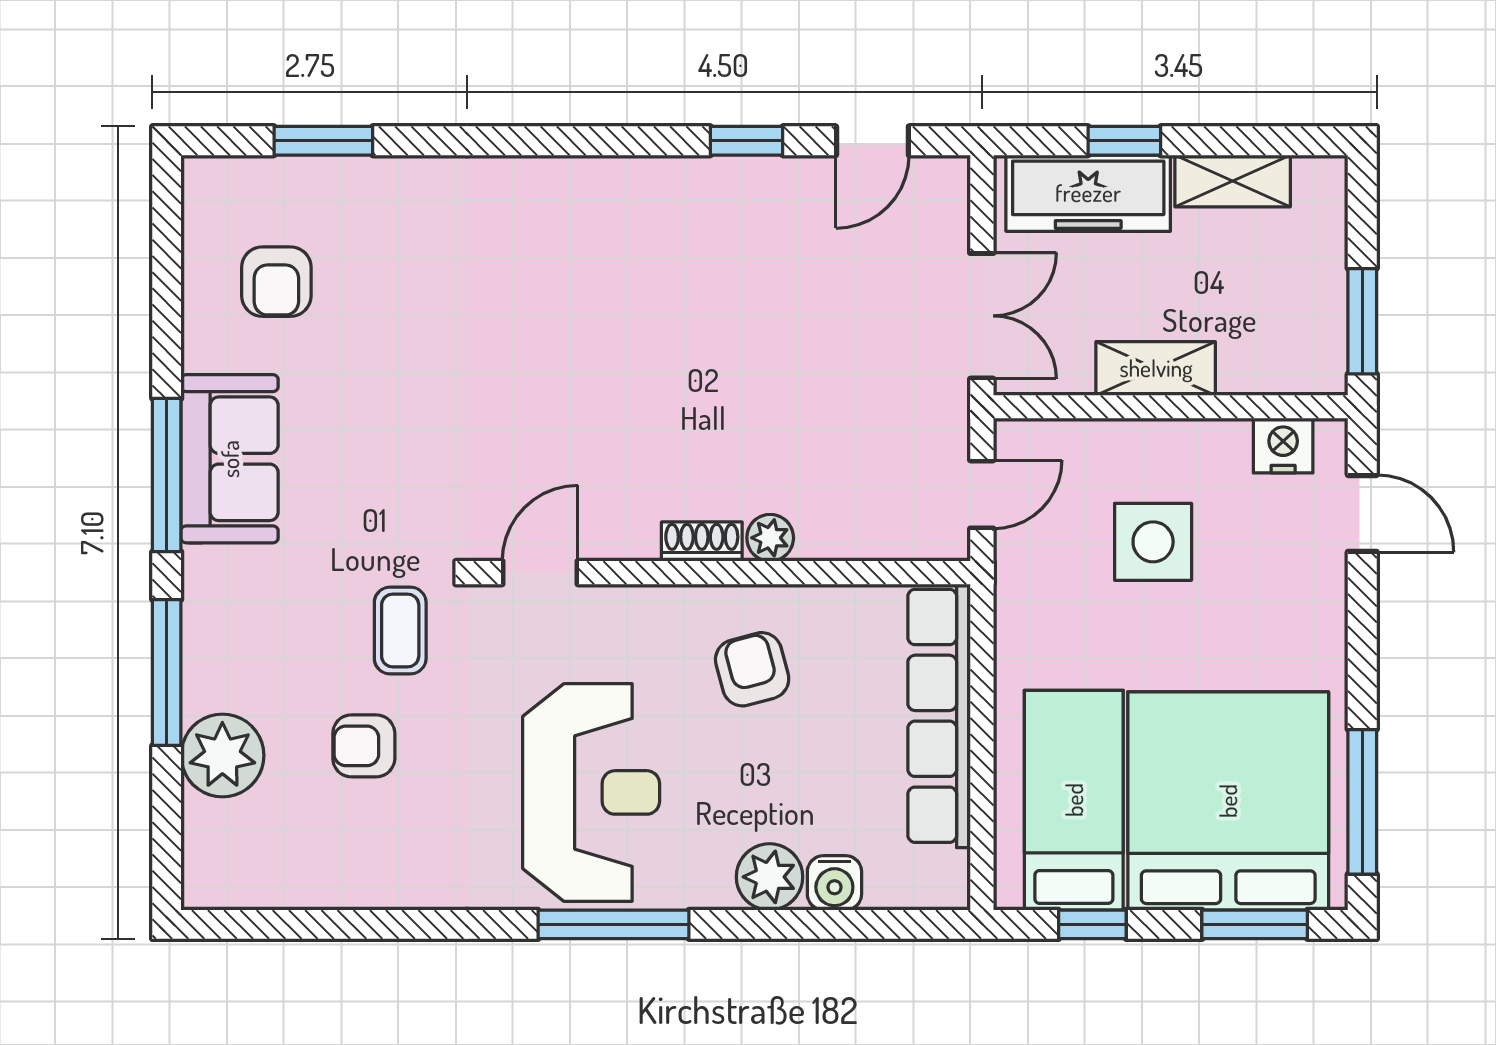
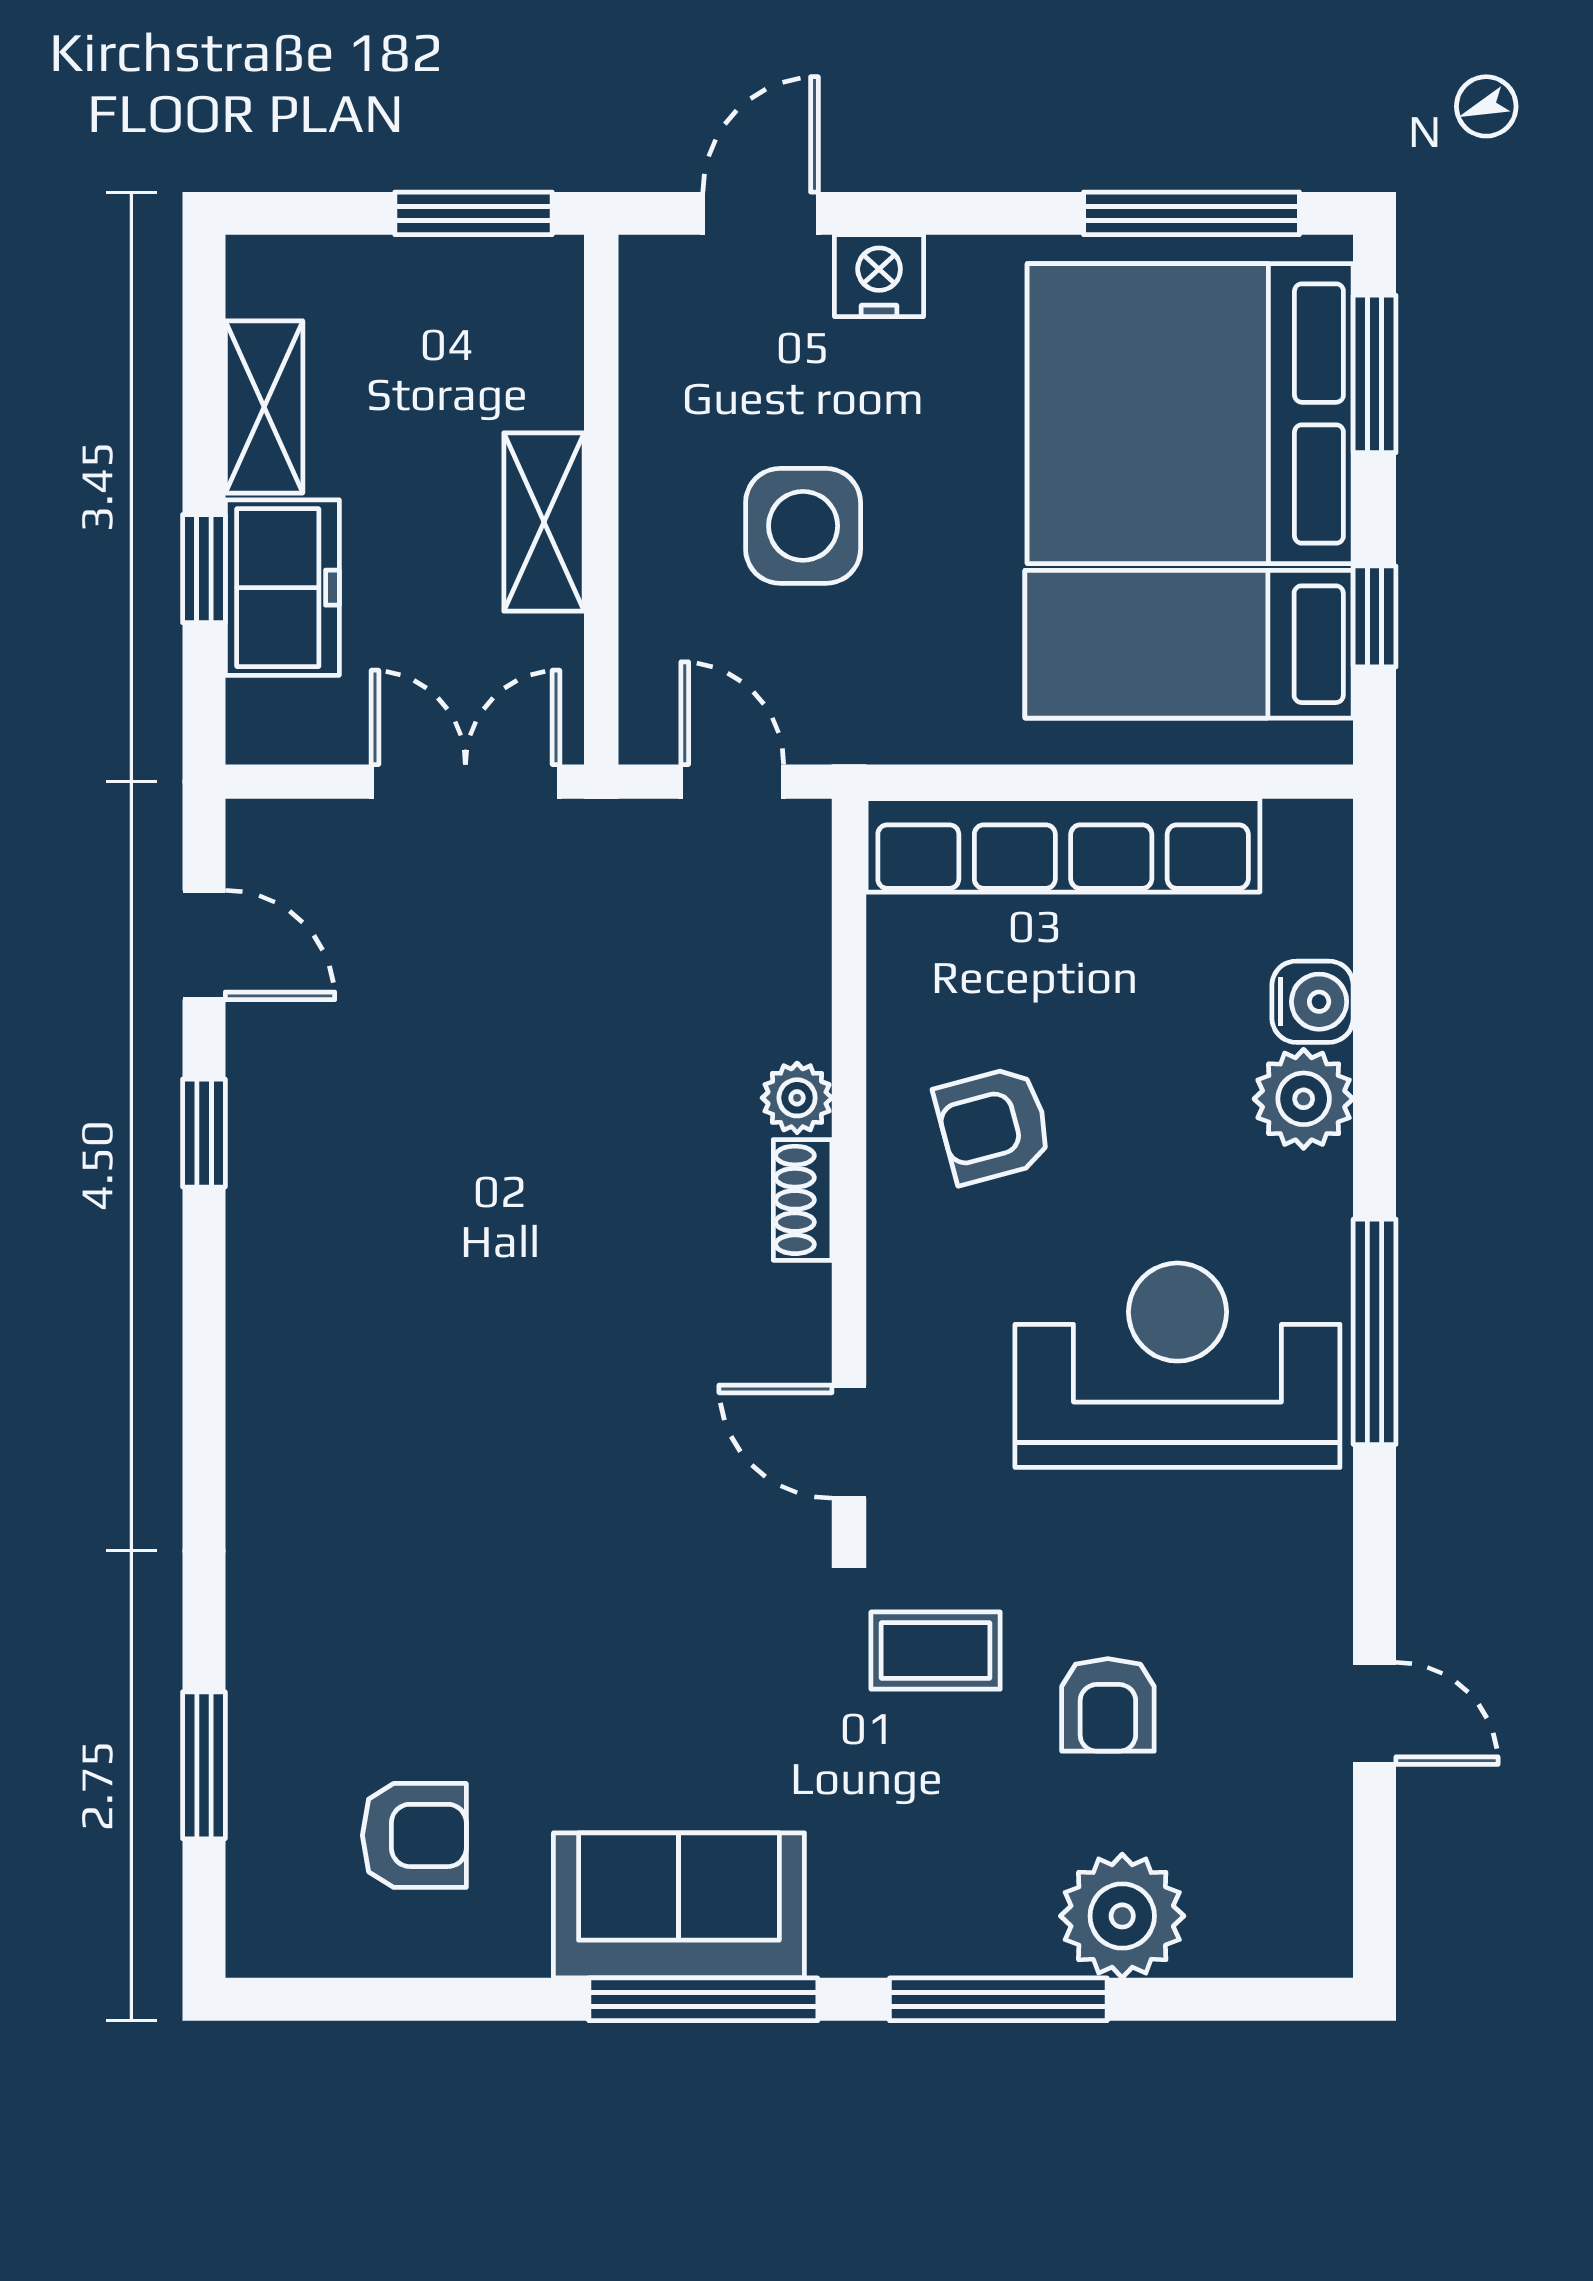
freezer: (1088, 193) -> (282, 588), width x0.71
nightstand: (1283, 446) -> (879, 276), moved, turned 90
door: (358, 924) -> (1375, 1713), added

